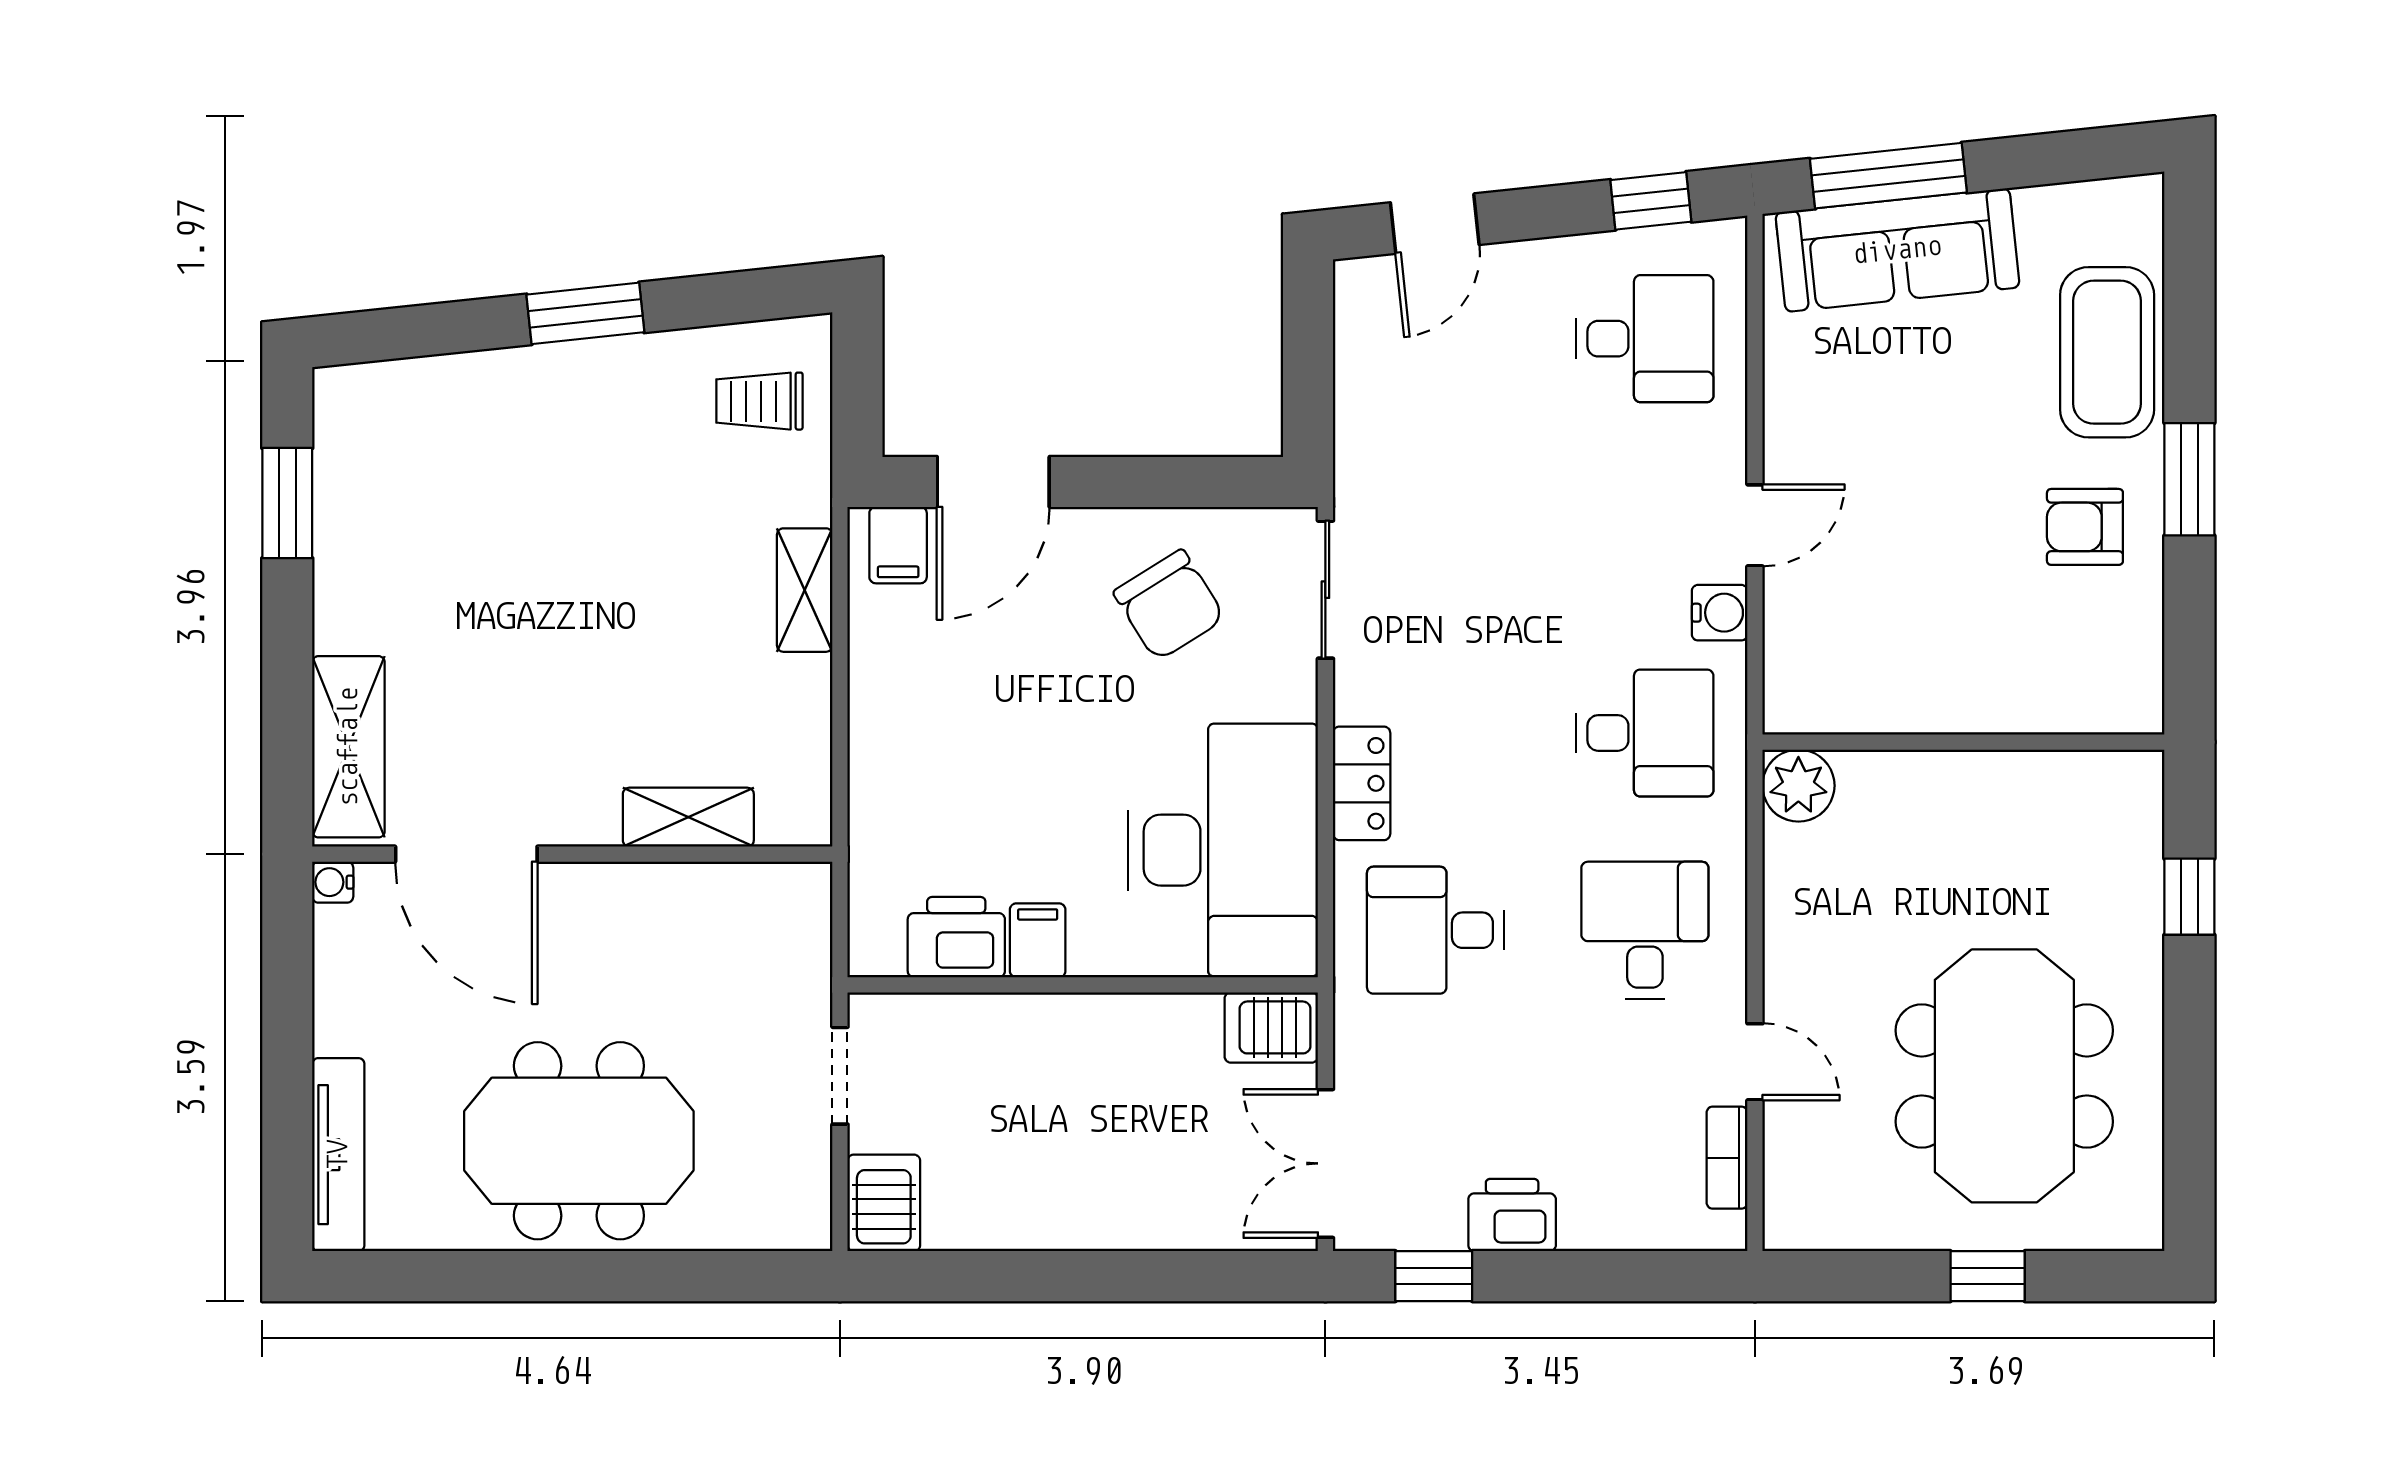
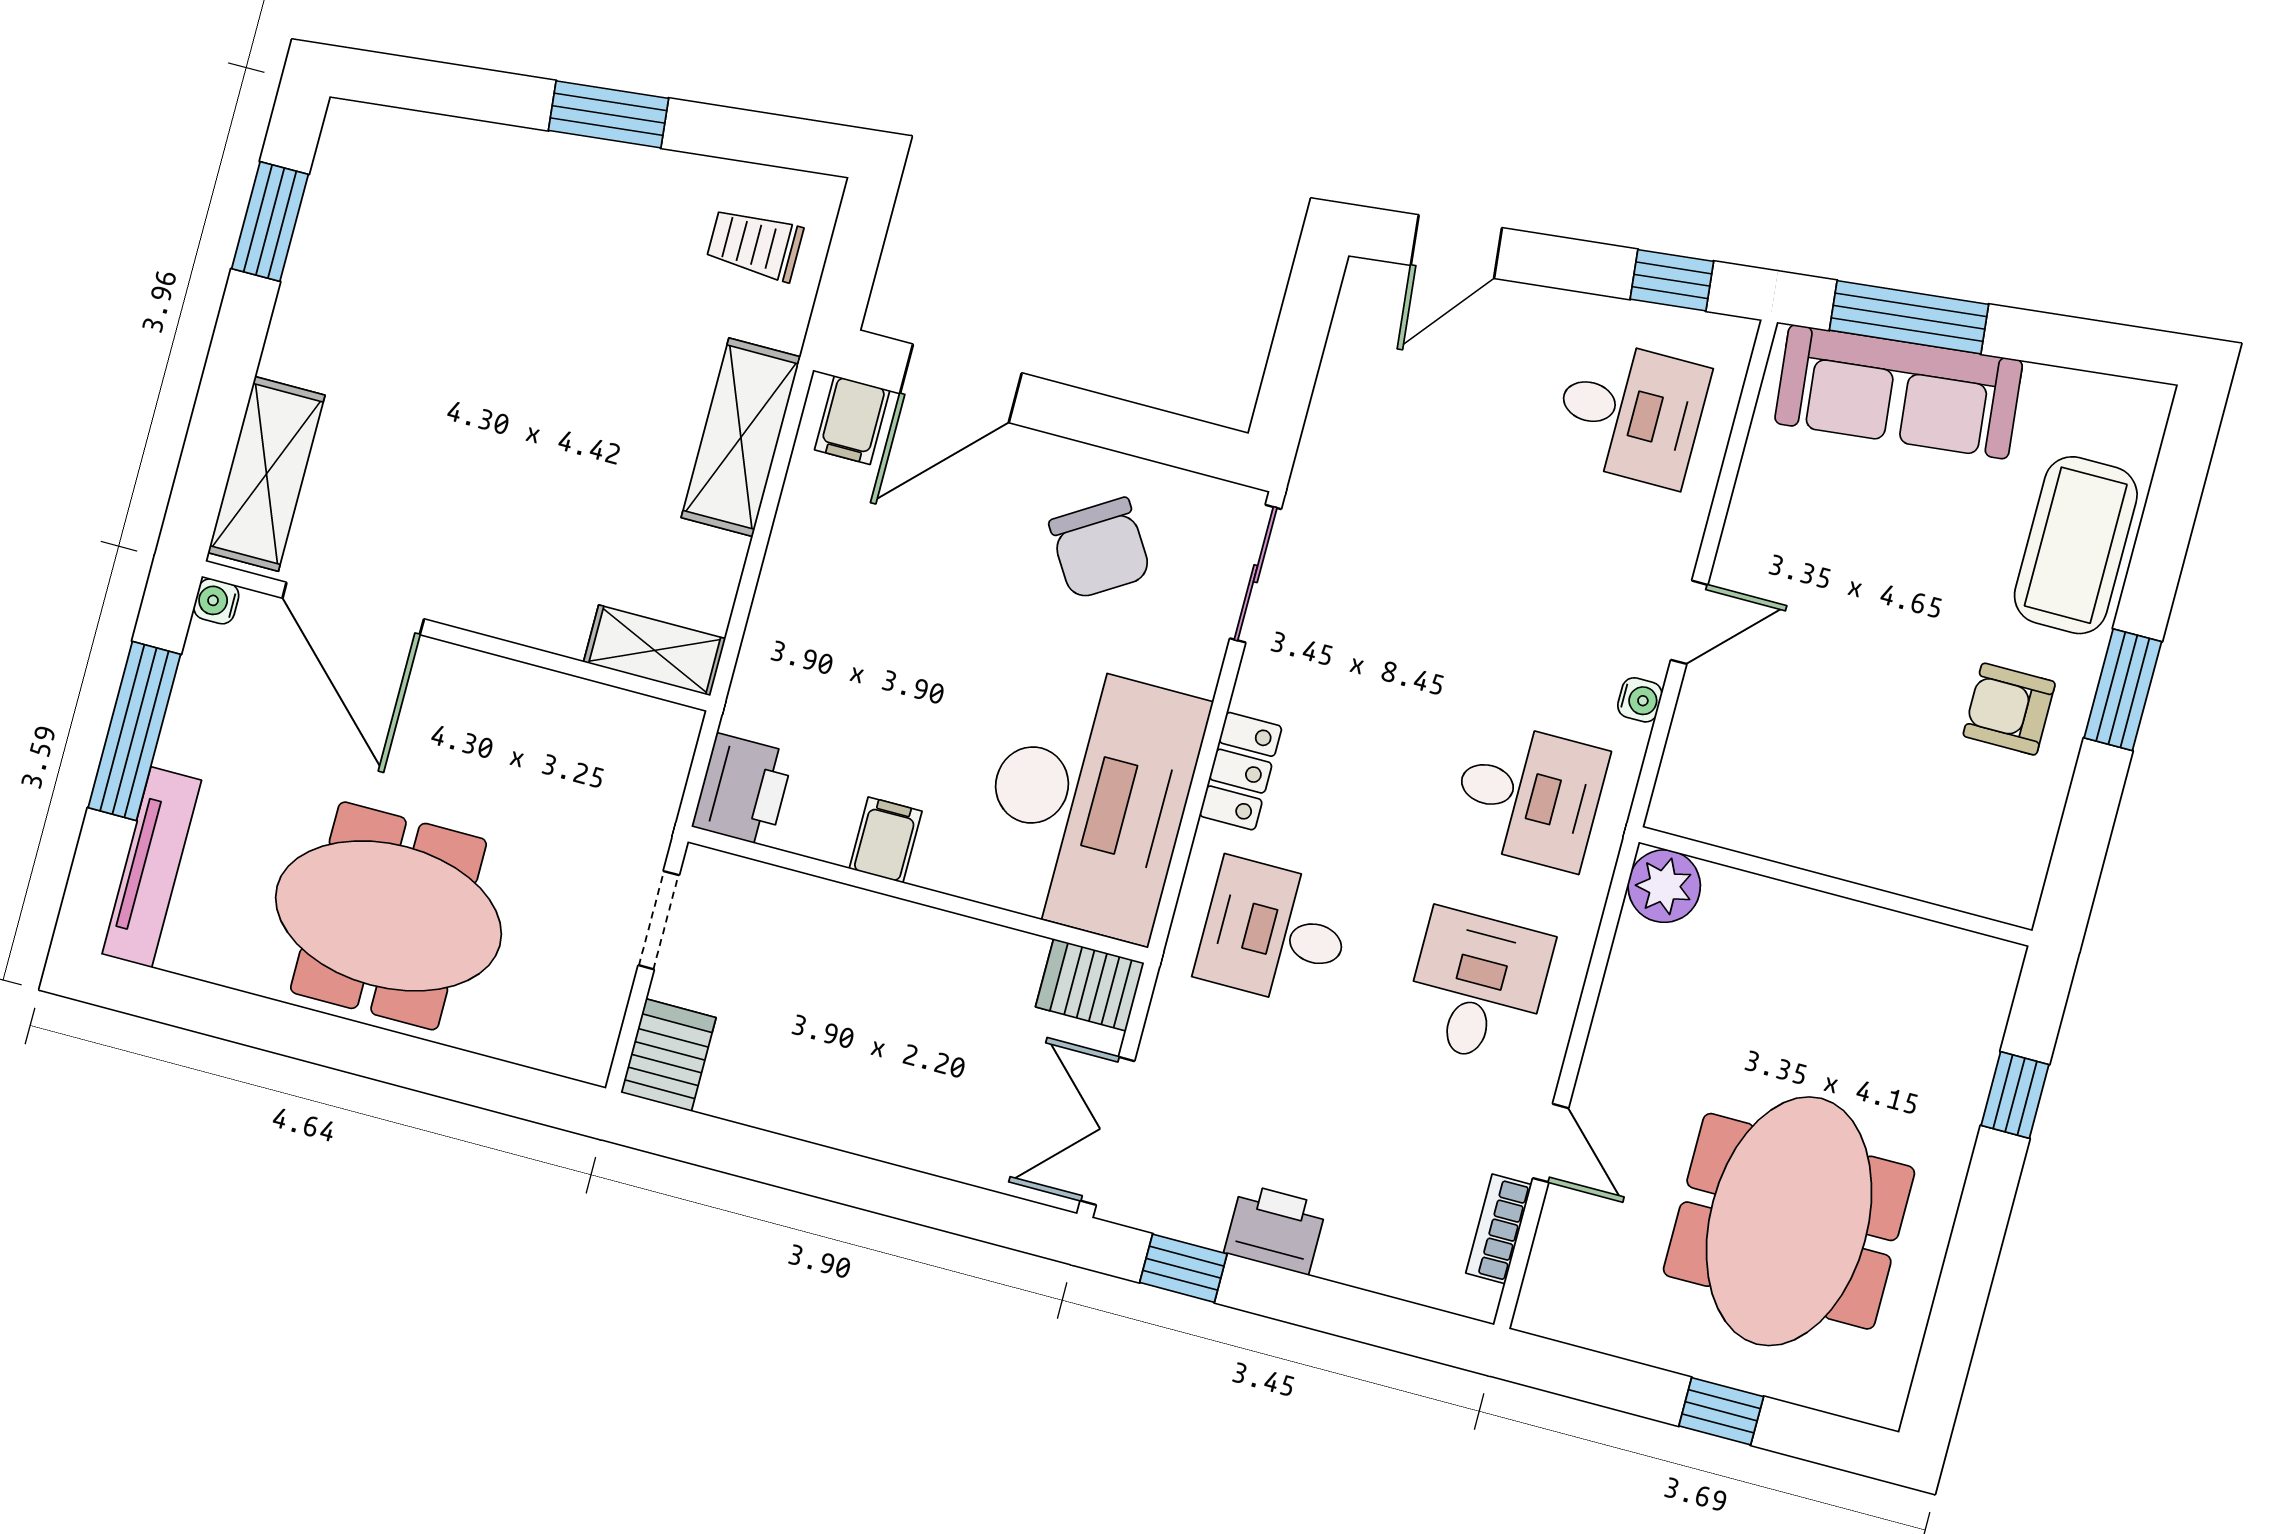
shelving: (805, 590) -> (741, 437), width x1.50, depth x1.33
water cooler: (1720, 613) -> (1640, 700), width x0.72, depth x0.72
shelving: (688, 817) -> (655, 650), moved
printer: (956, 937) -> (743, 790), moved, turned 90
window: (287, 1028) -> (134, 731), added

